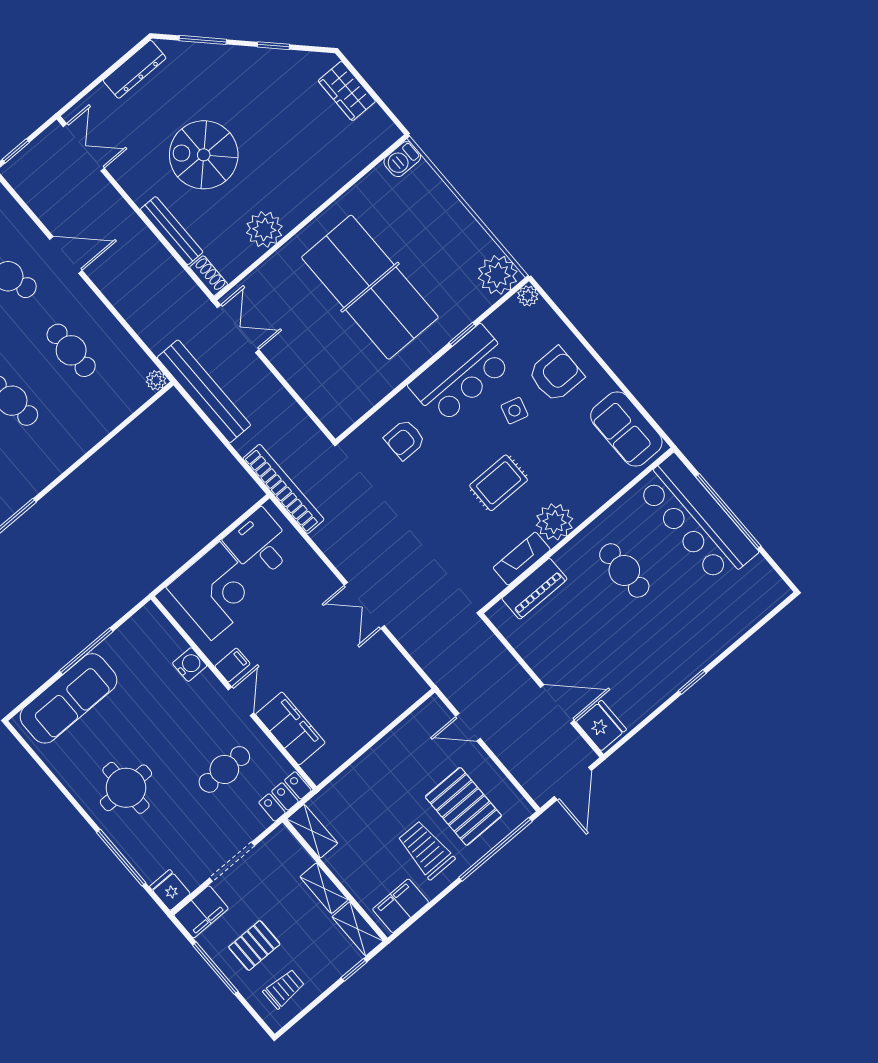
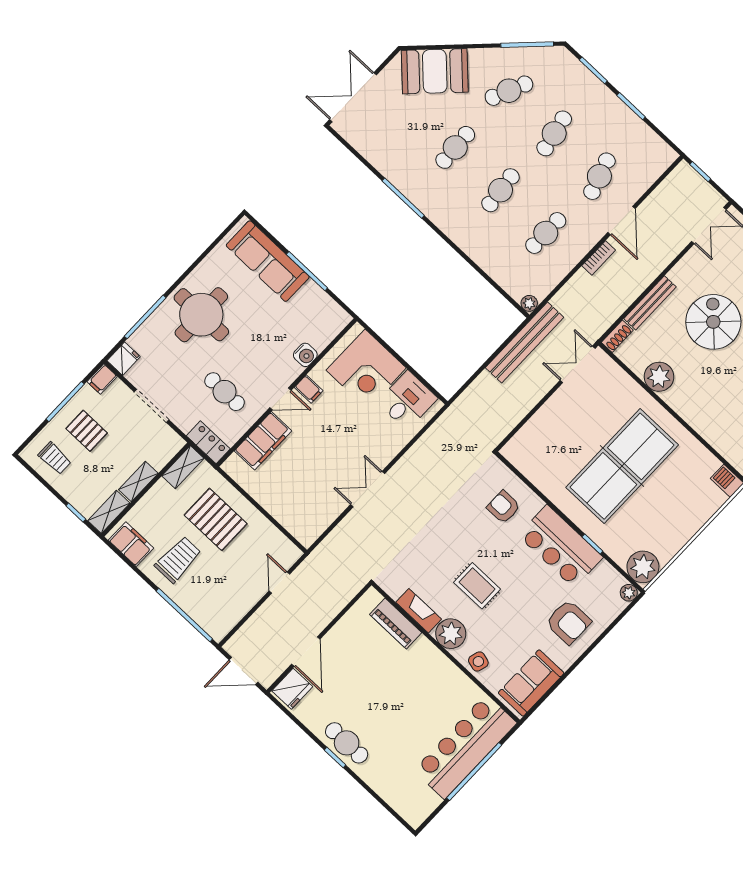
double door: (238, 329) -> (578, 364), swing flipped
side table: (514, 411) -> (478, 662), moved
bookcase: (283, 489) -> (599, 258), moved, width x0.43, depth x0.76
cafe table: (624, 570) -> (347, 743), moved, turned 90
round table: (126, 788) -> (201, 315), width x1.36, depth x1.36
pallet: (463, 806) -> (216, 519), moved, turned 90
filing cabinet: (201, 912) -> (102, 379), width x0.50

